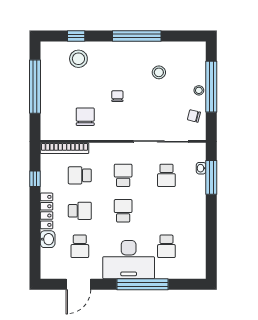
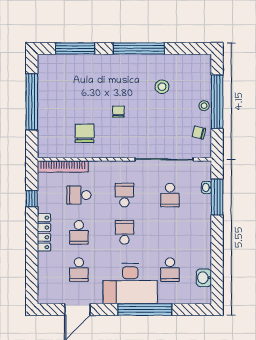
window: (76, 36) -> (75, 48), width x2.17
stool: (78, 59) -> (77, 72), removed
school desk: (80, 211) -> (79, 232), turned 90
washbasin: (48, 239) -> (204, 278), moved, turned 180

